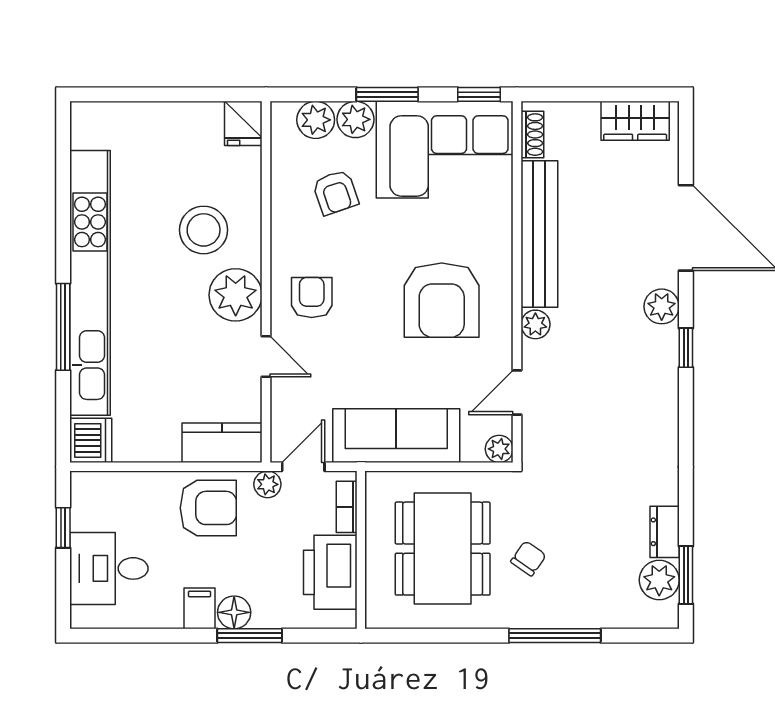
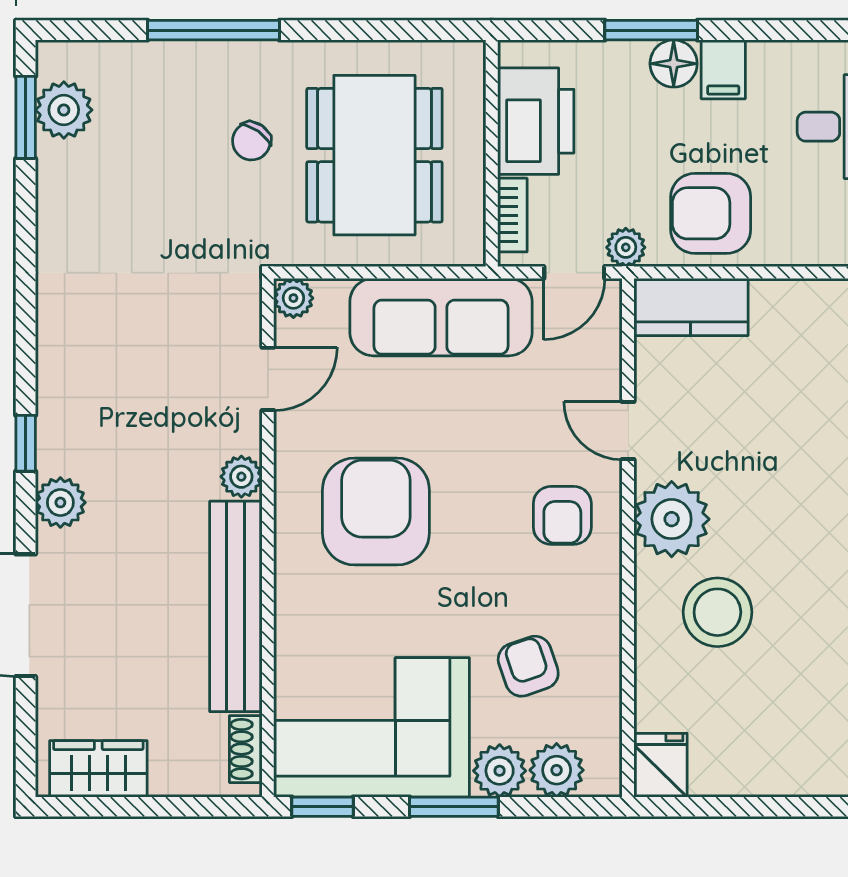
dresser: (665, 532) -> (56, 179), removed

